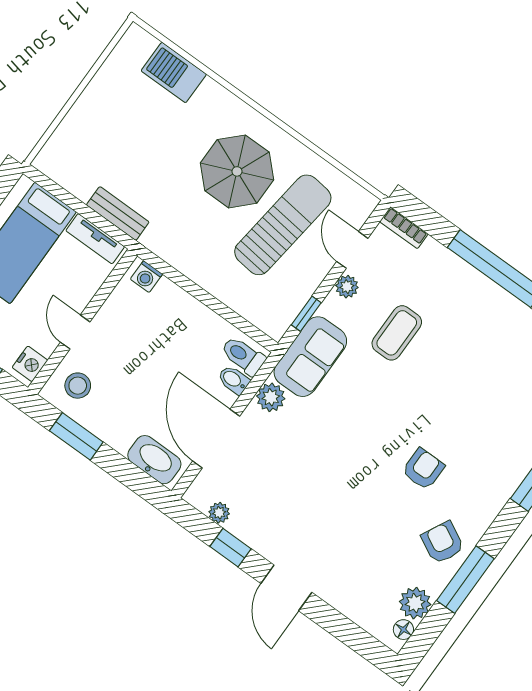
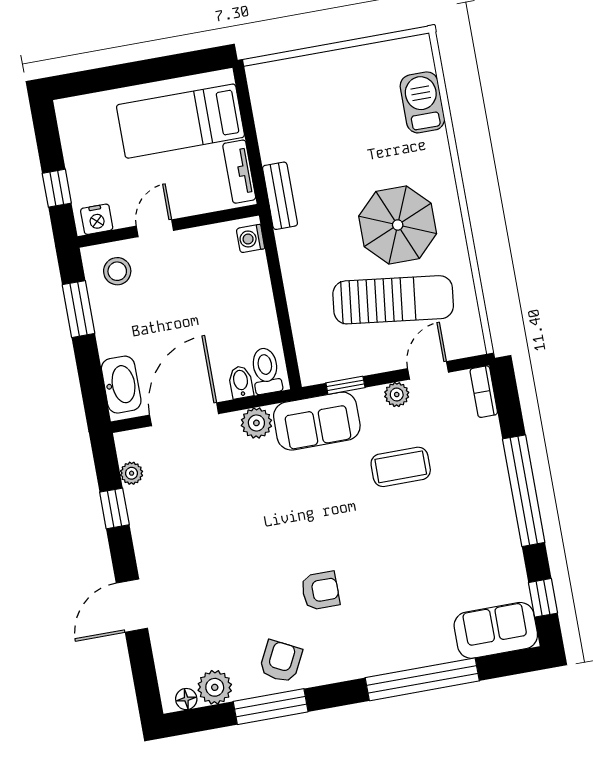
bench: (118, 213) -> (280, 196), moved
door: (286, 588) -> (132, 606), moved

